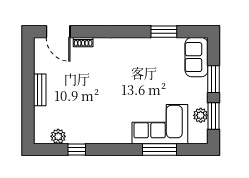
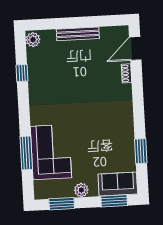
window: (214, 79) -> (114, 201), moved
bench: (40, 90) -> (78, 34), width x1.36
plant: (201, 115) -> (81, 190), moved
plant: (58, 136) -> (33, 40), moved

